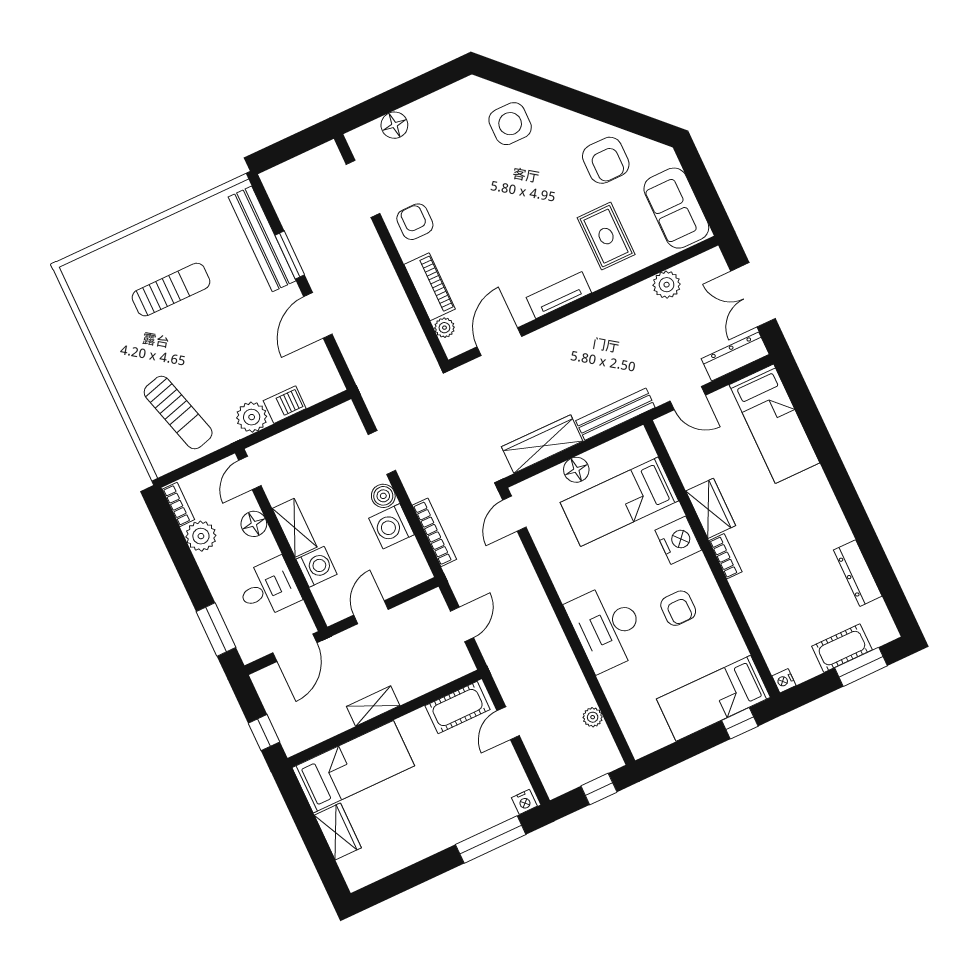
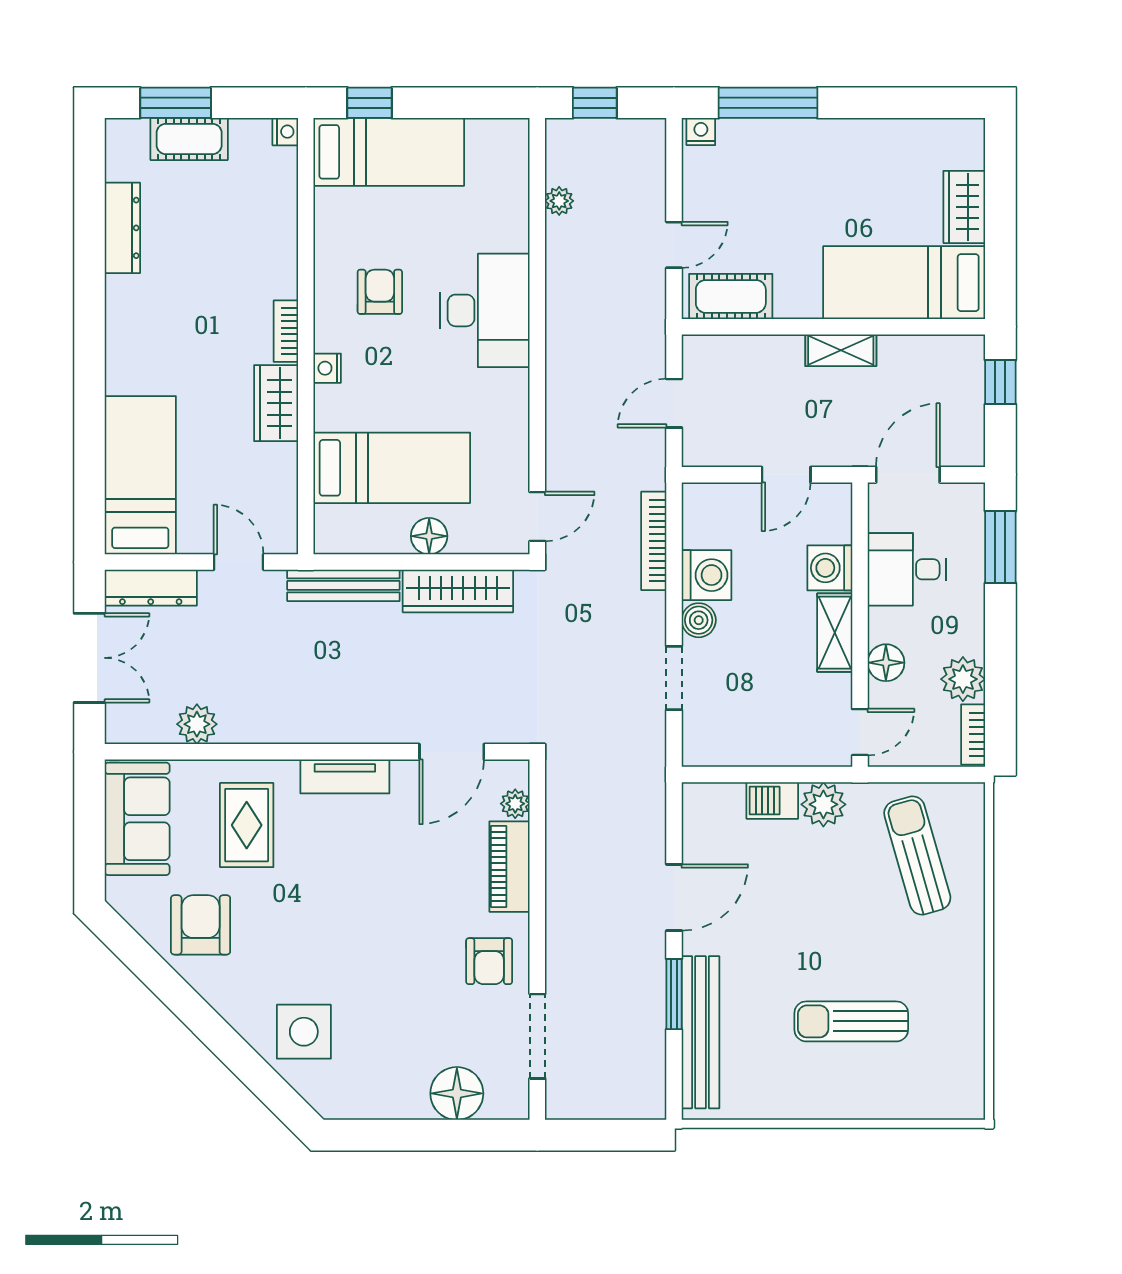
floor lamp: (394, 125) -> (457, 1093), width x1.38, depth x1.38
nightstand: (678, 540) -> (327, 368), width x0.53, depth x0.56

